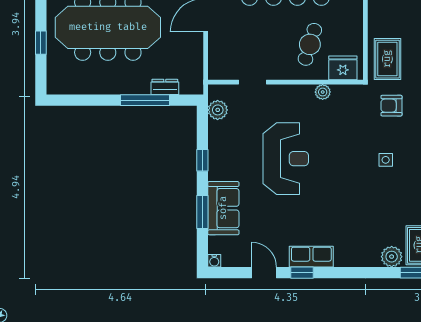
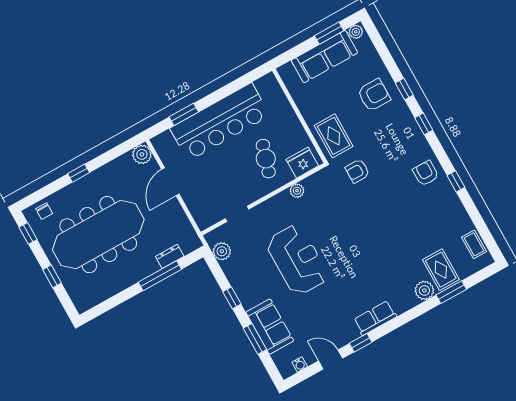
side table: (386, 160) -> (377, 217), removed
row of seats: (311, 257) -> (375, 318), moved
water cooler: (214, 261) -> (300, 364), moved

